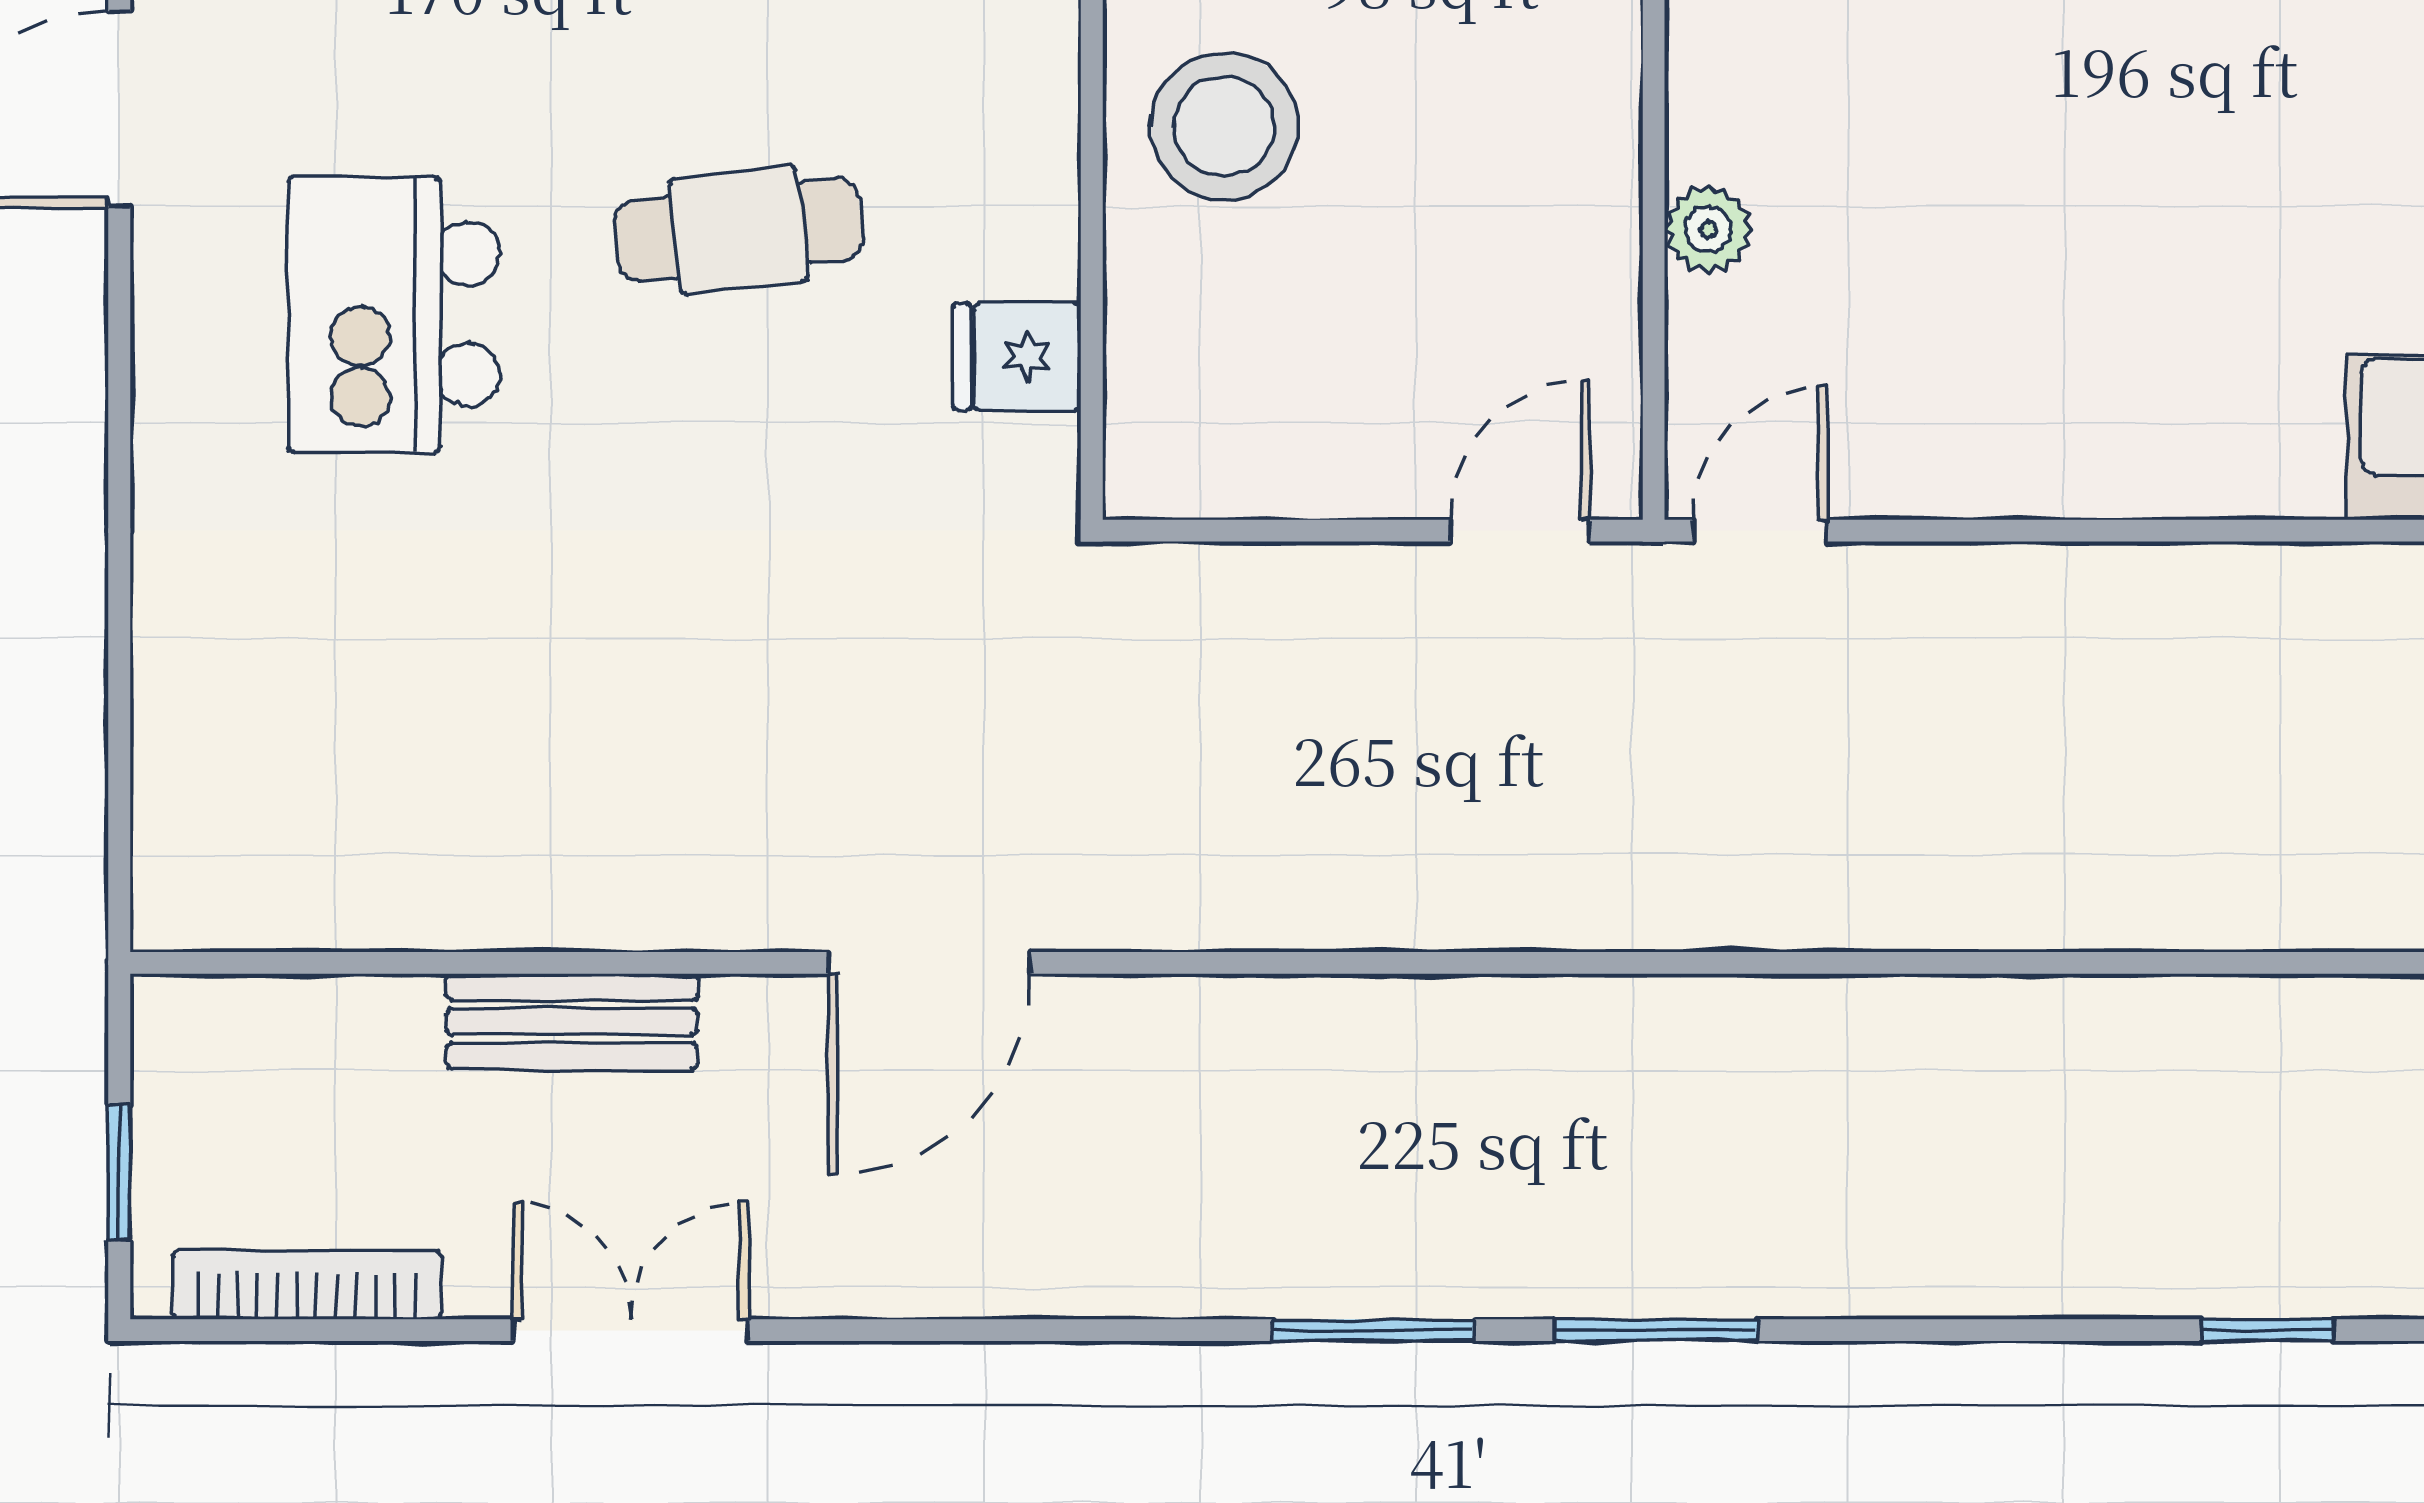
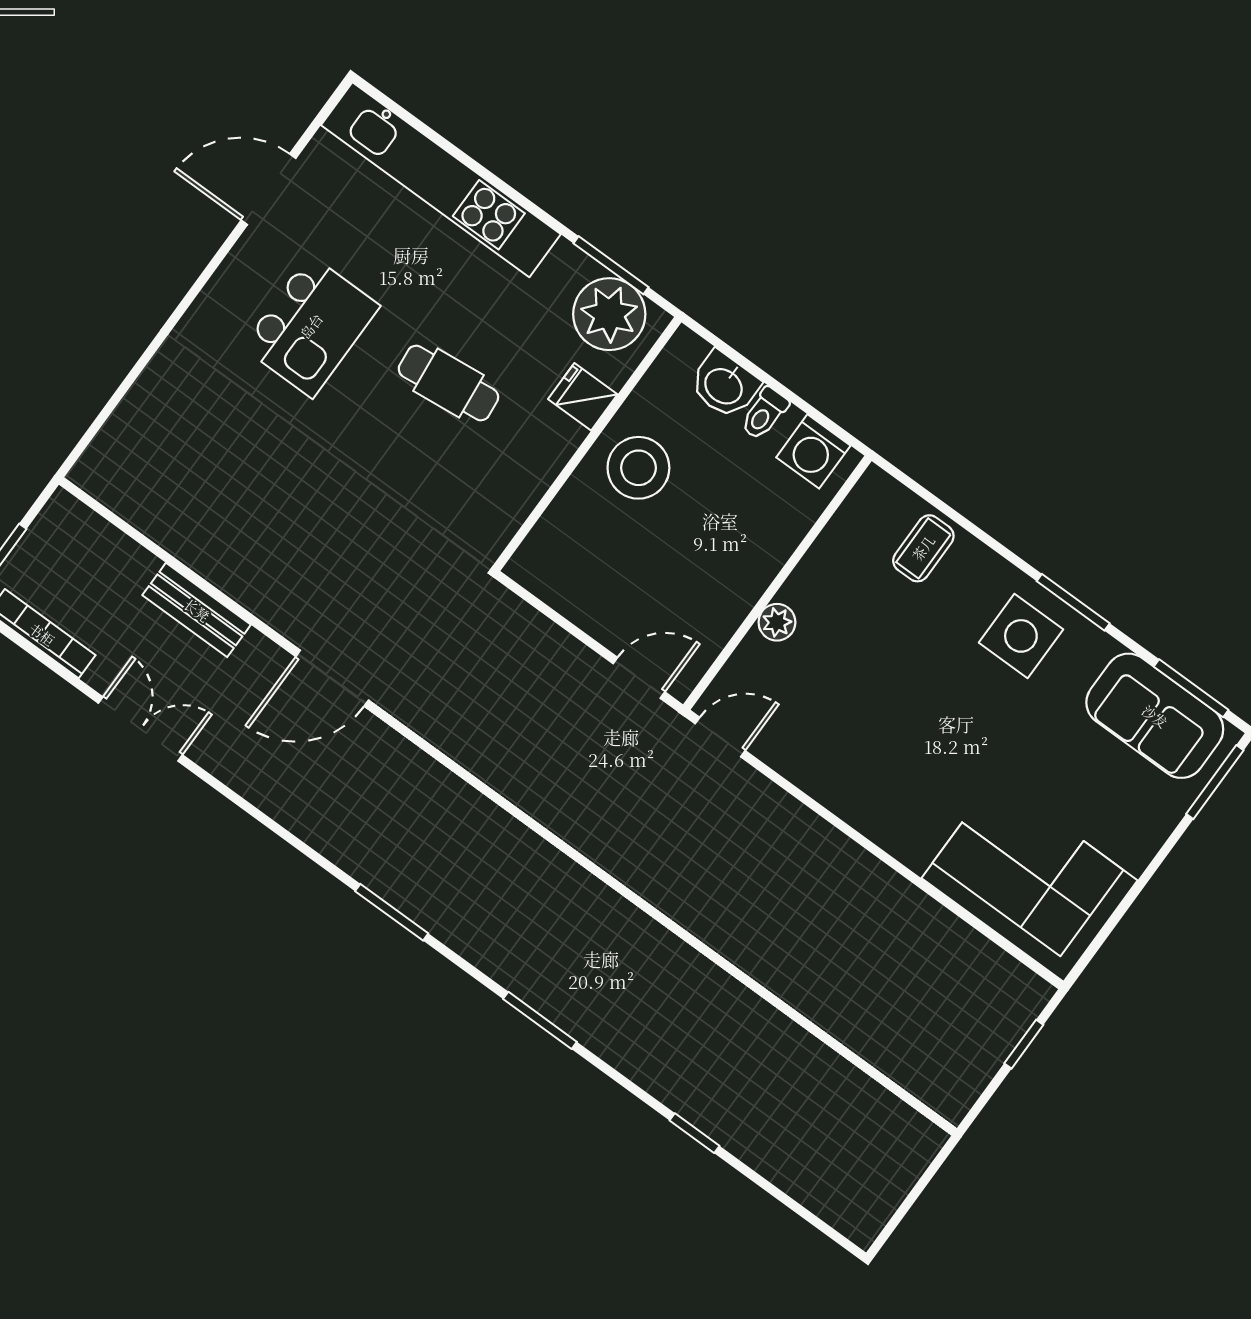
kitchen island: (394, 314) -> (311, 326), turned 180
fridge: (1017, 357) -> (583, 397), moved
window: (1656, 1330) -> (540, 1020), moved

